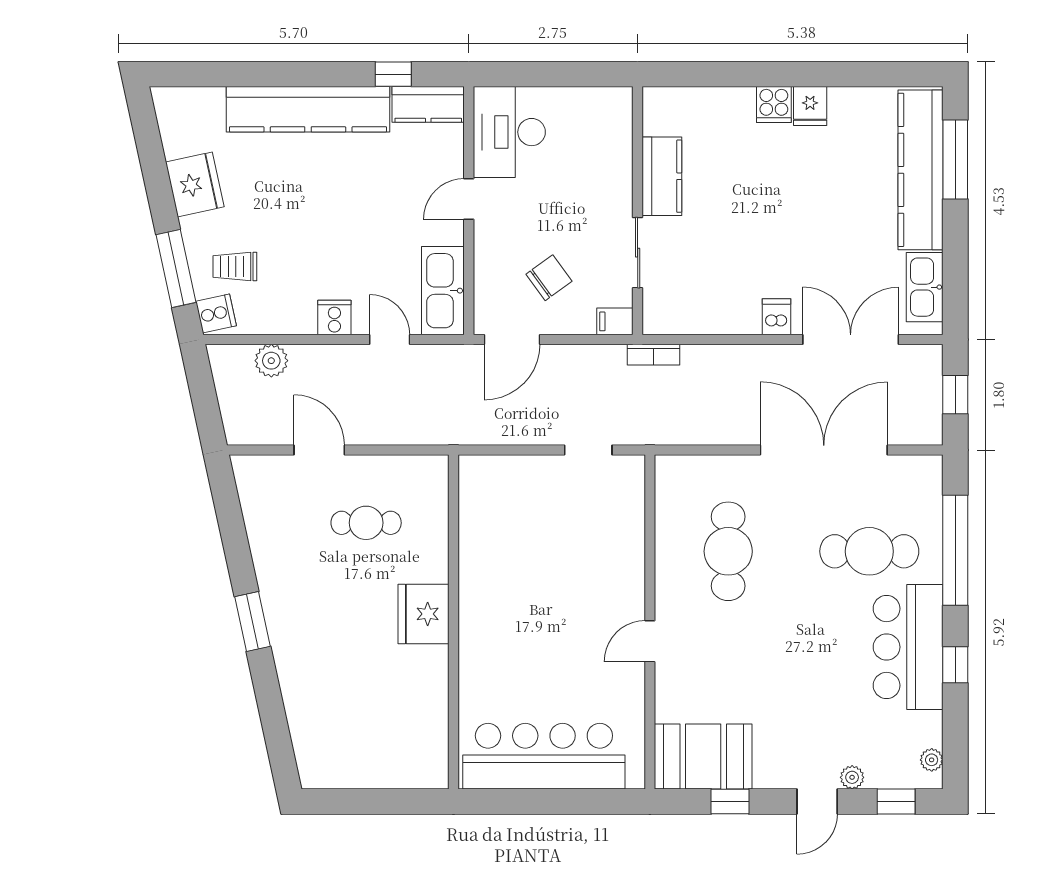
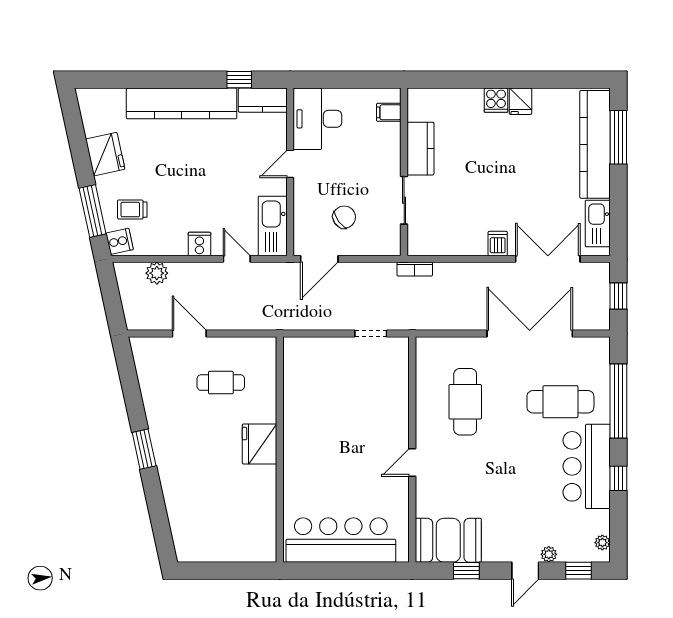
filing cabinet: (615, 321) -> (389, 112), moved

